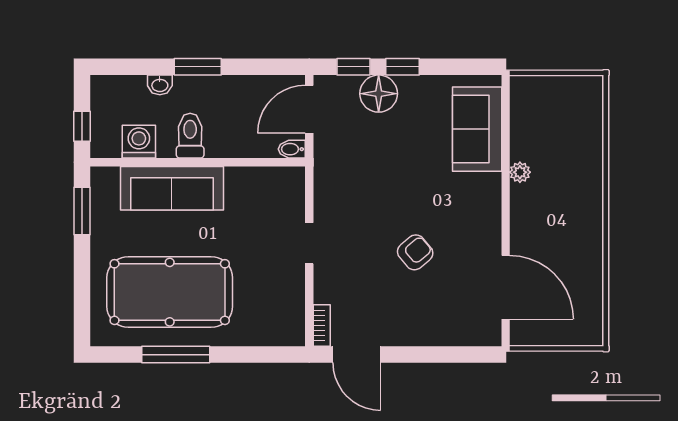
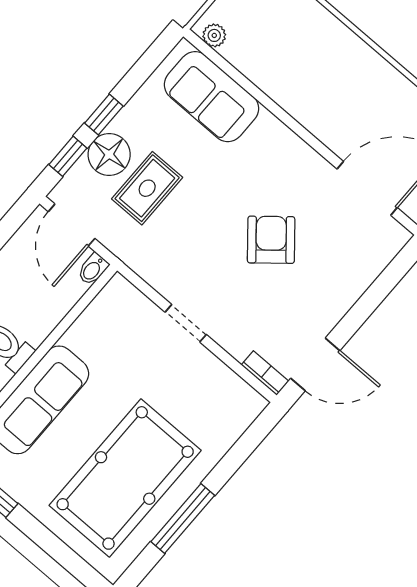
rug: (378, 139) -> (147, 188), added
plant: (520, 172) -> (214, 35), moved
armchair: (415, 252) -> (271, 240), width x1.38, depth x1.38

